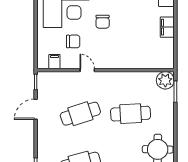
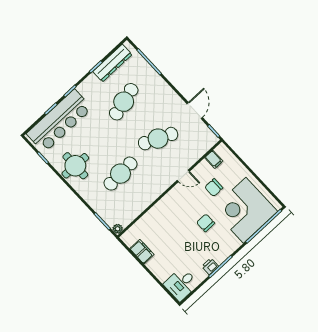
filing cabinet: (167, 27) -> (142, 252), moved
plant: (165, 80) -> (118, 229), width x0.53, depth x0.53
cafe table: (80, 114) -> (158, 139), turned 42

